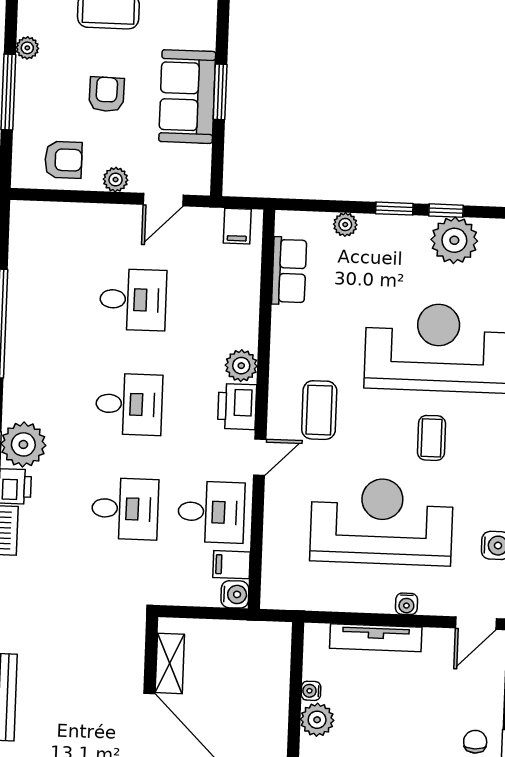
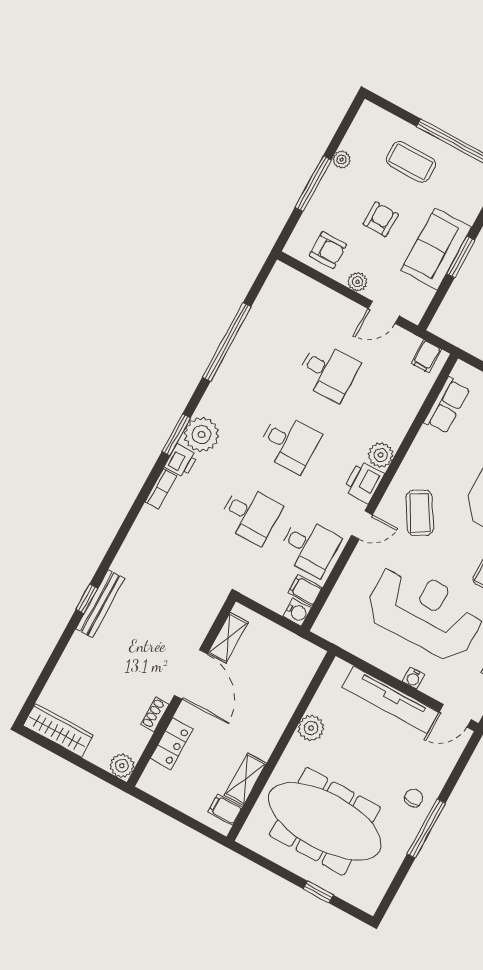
coffee table: (319, 410) -> (420, 513), turned -31
tv unit: (376, 638) -> (390, 700), width x1.36, depth x1.29
water cooler: (311, 691) -> (317, 706), removed

